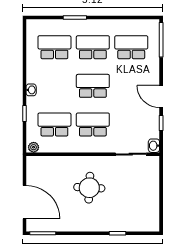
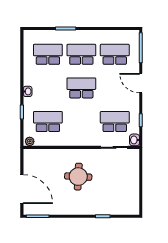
door: (161, 97) -> (141, 83), moved
school desk: (93, 124) -> (115, 122), moved

